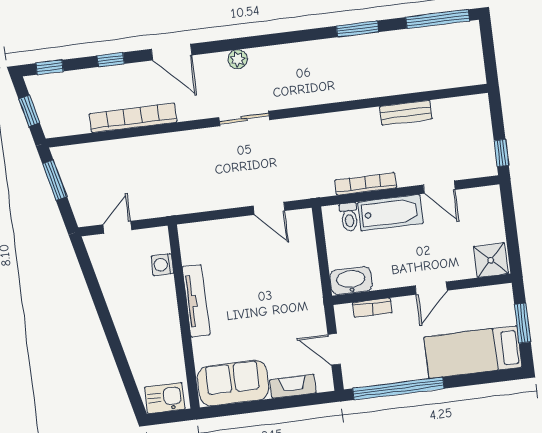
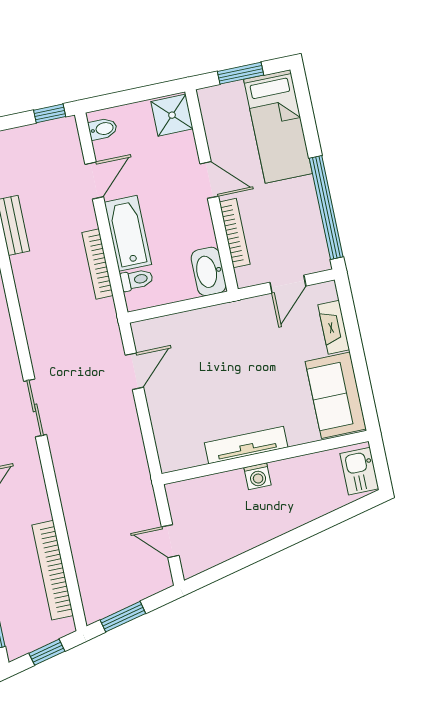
bookcase: (133, 118) -> (53, 570), moved
bidet: (484, 198) -> (103, 129), added
washing machine: (162, 265) -> (258, 476), moved
bookcase: (372, 308) -> (235, 233), width x1.56

